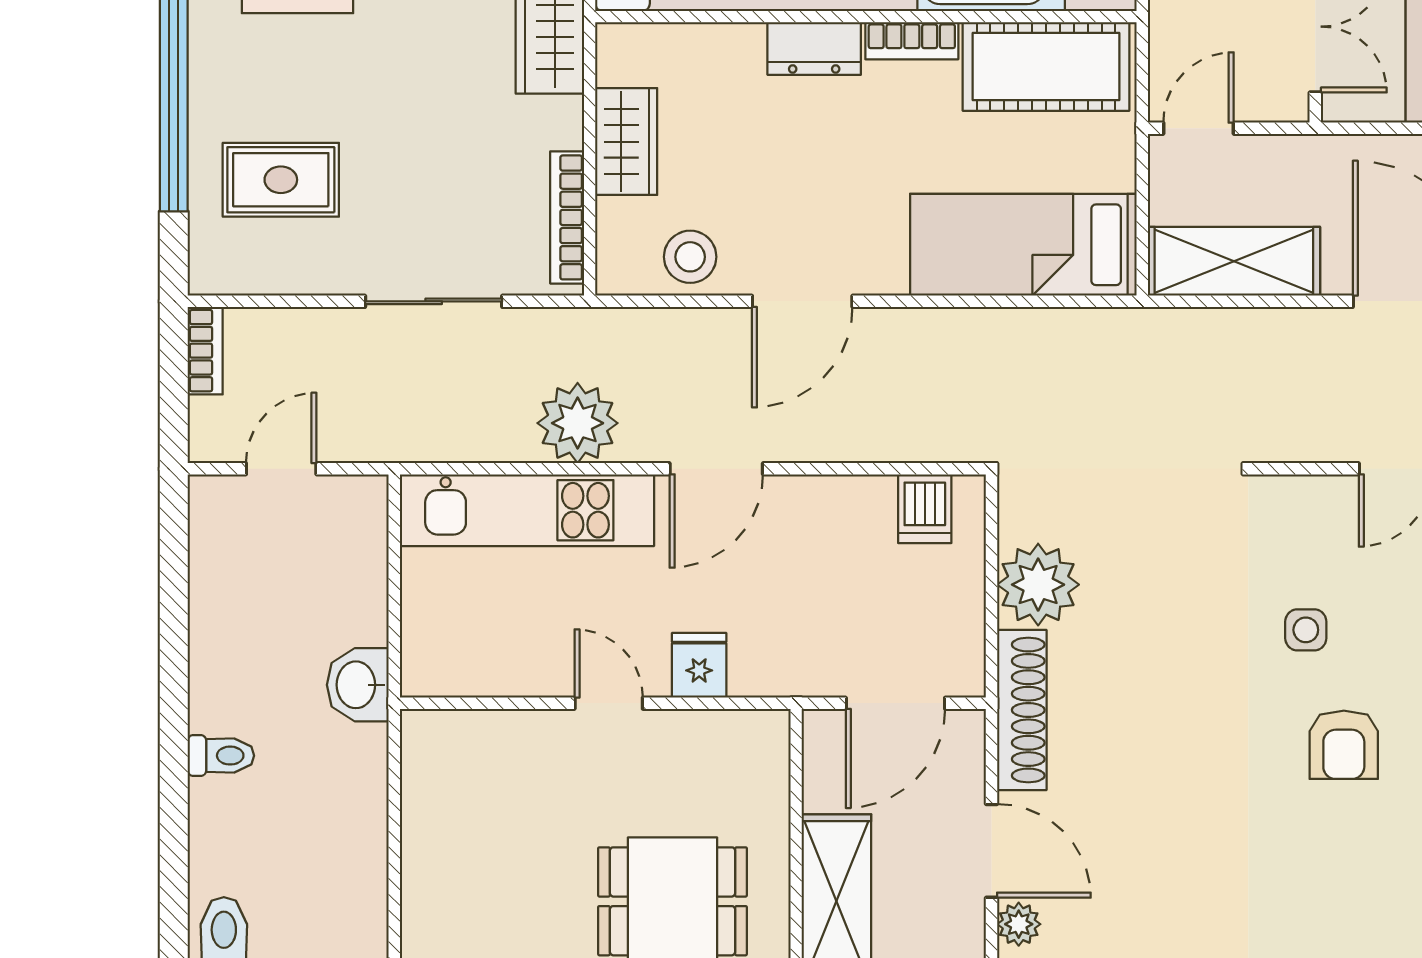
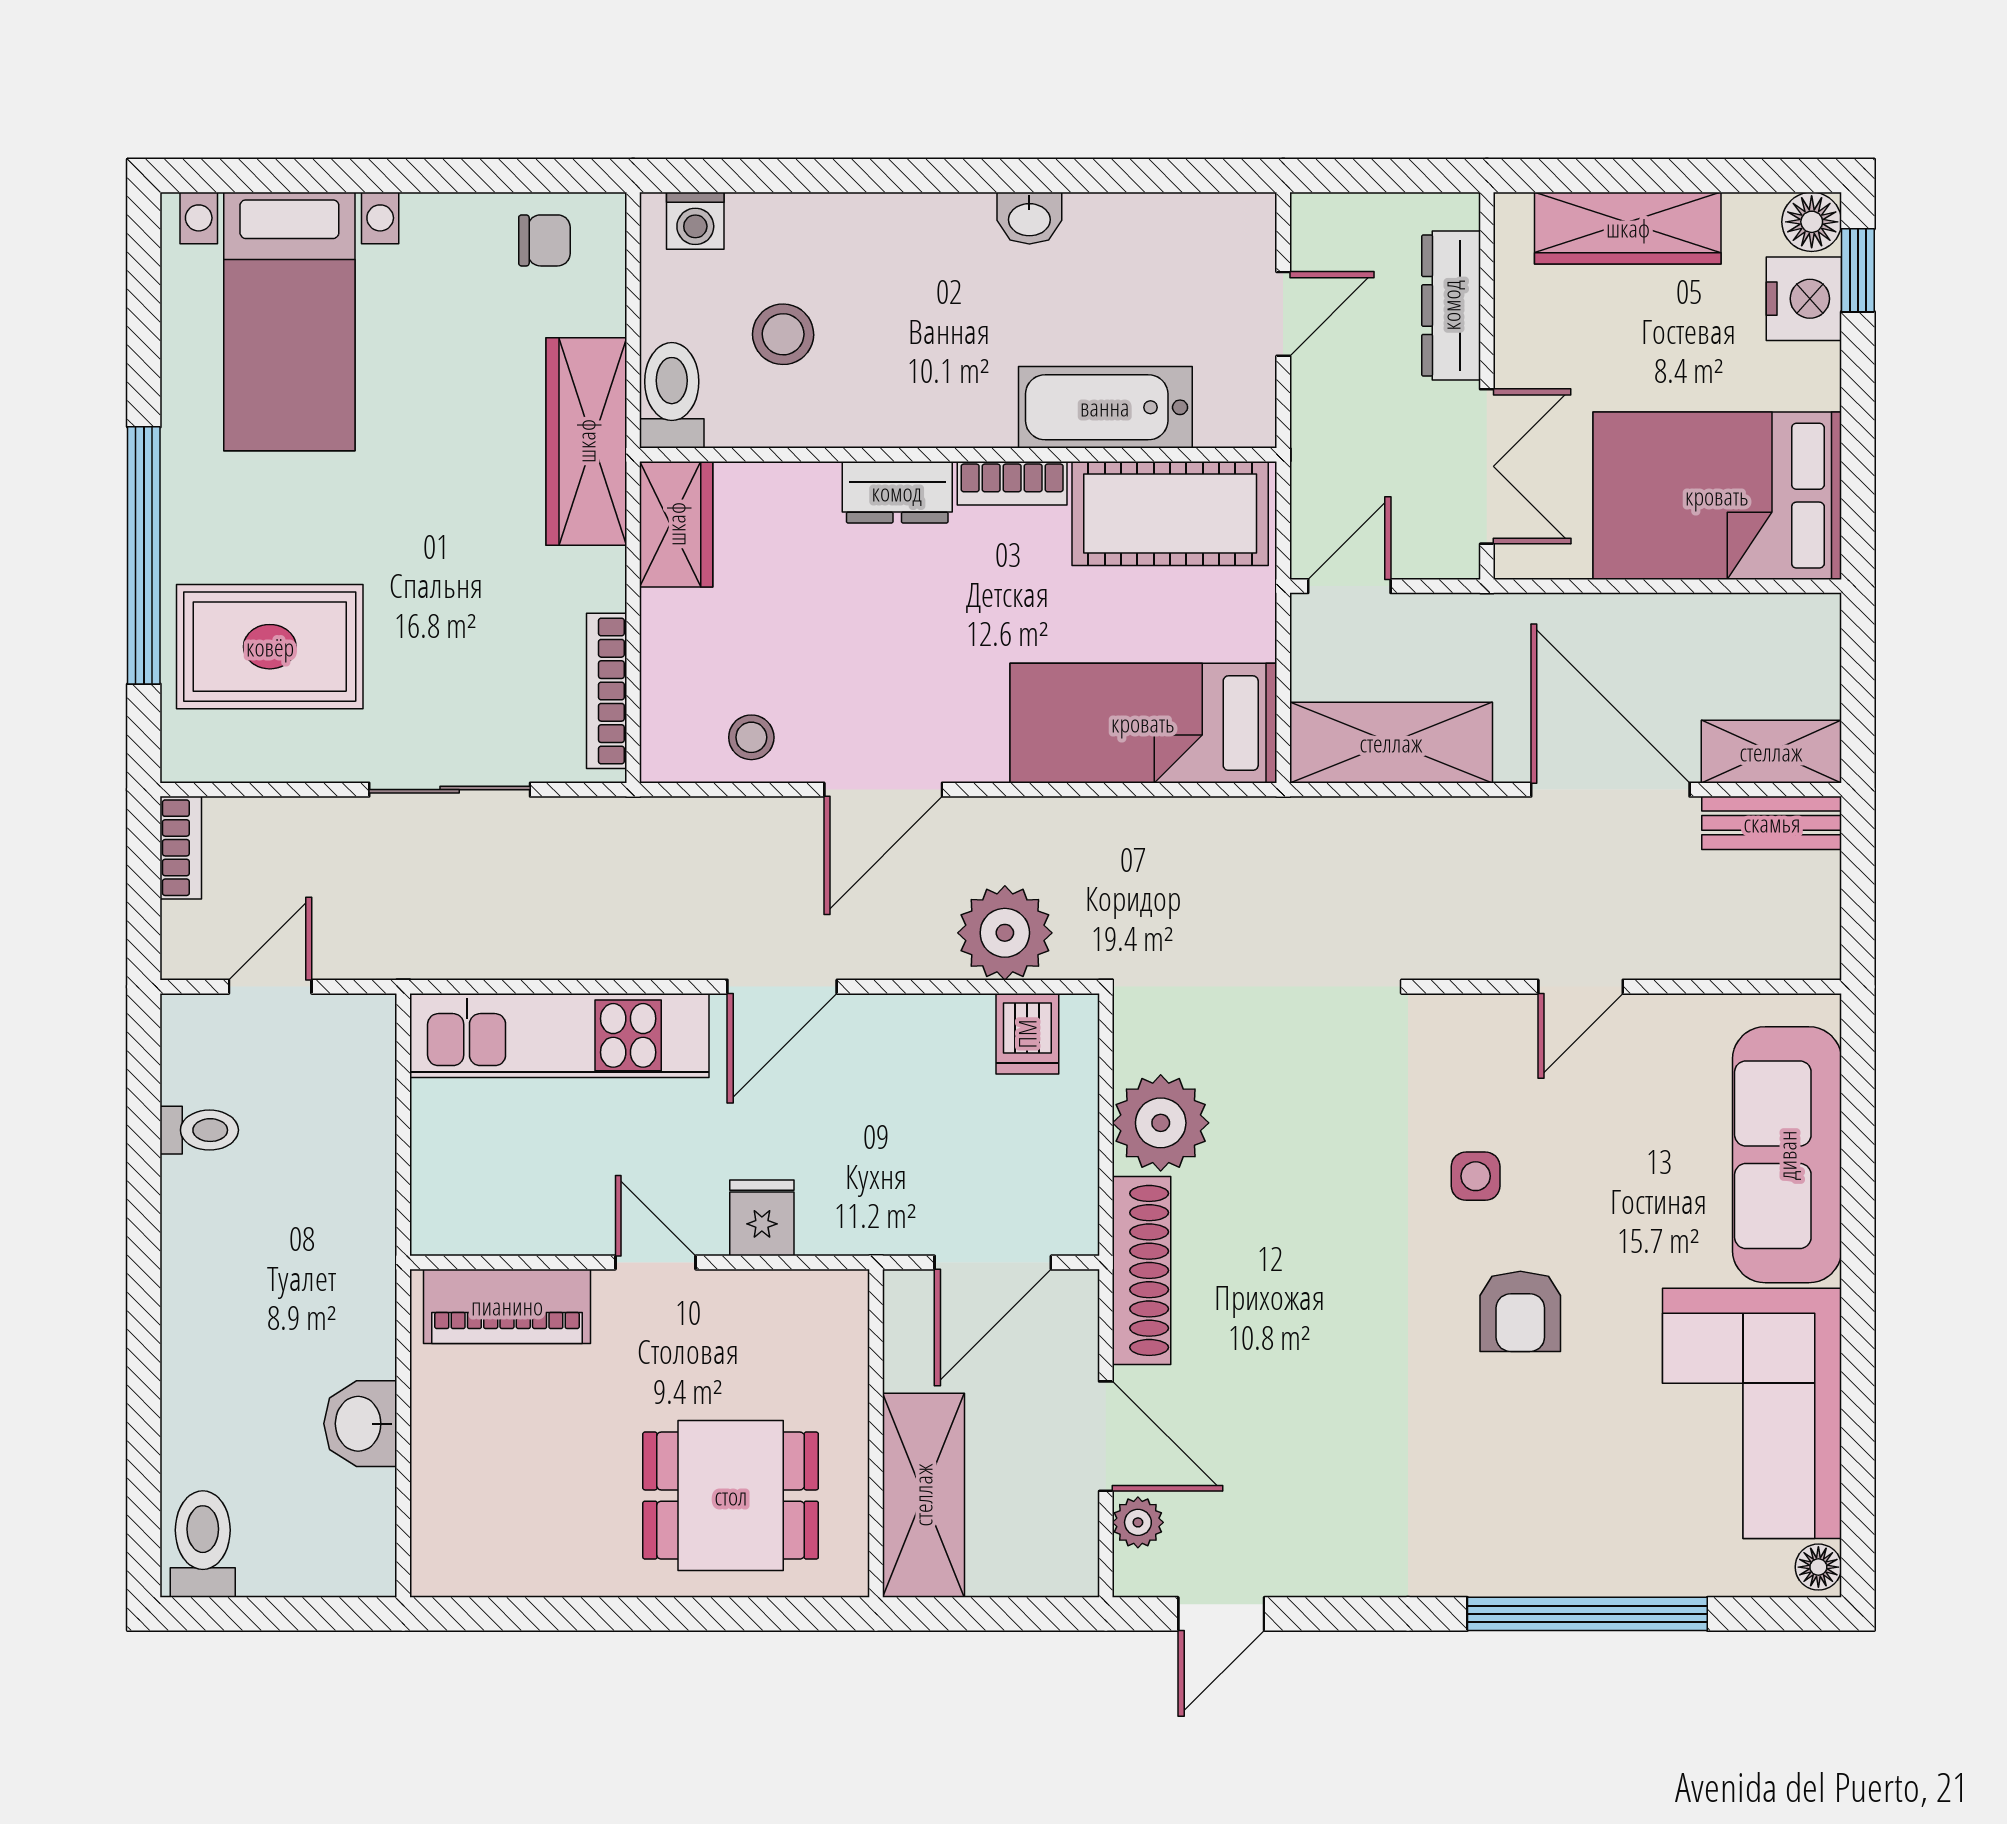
wardrobe: (626, 142) -> (676, 524), moved
rug: (281, 180) -> (270, 647), width x1.36, depth x1.43
stool: (690, 257) -> (751, 737), width x0.73, depth x0.73
plant: (578, 423) -> (1005, 933), moved
washbasin: (358, 685) -> (360, 1424), moved
piano: (482, 740) -> (507, 1306), added
toilet: (221, 756) -> (199, 1130), moved

